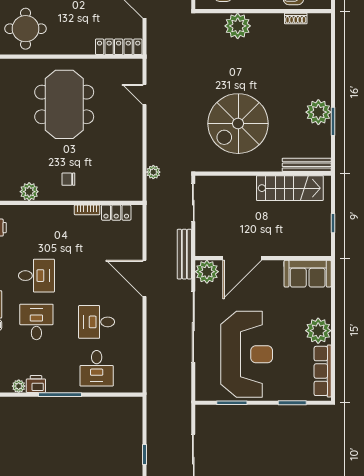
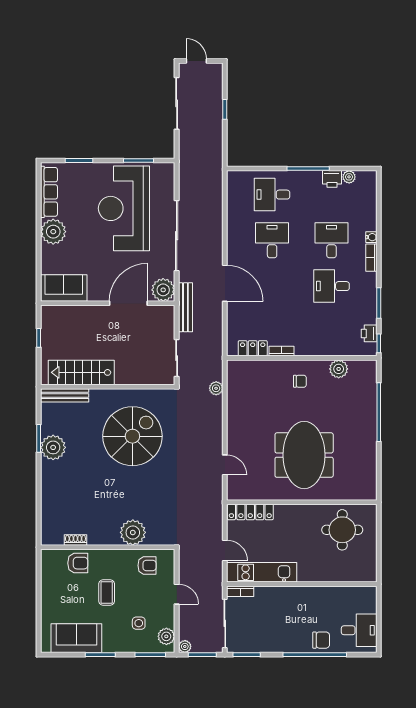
desk: (36, 322) -> (331, 240), turned 180
desk: (97, 322) -> (272, 240), turned -90
desk: (97, 368) -> (272, 195), turned -90

